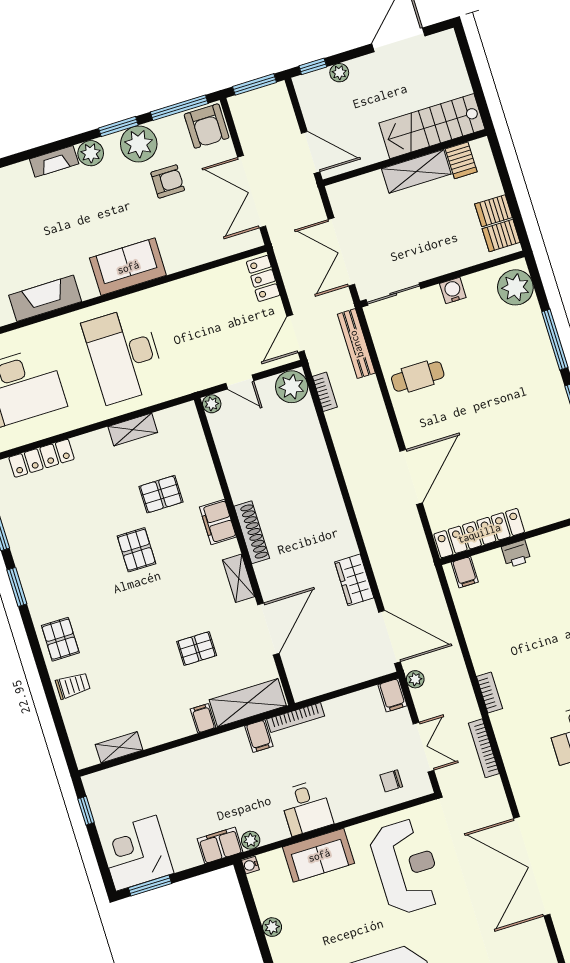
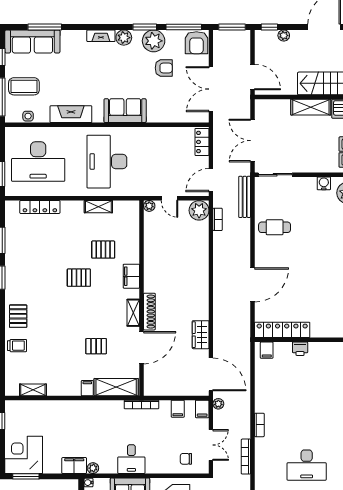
water cooler: (453, 291) -> (324, 183), moved
shoe rack: (252, 532) -> (149, 312), moved
pallet: (136, 550) -> (79, 278), turned 90
filing cabinet: (259, 736) -> (178, 409), moved

